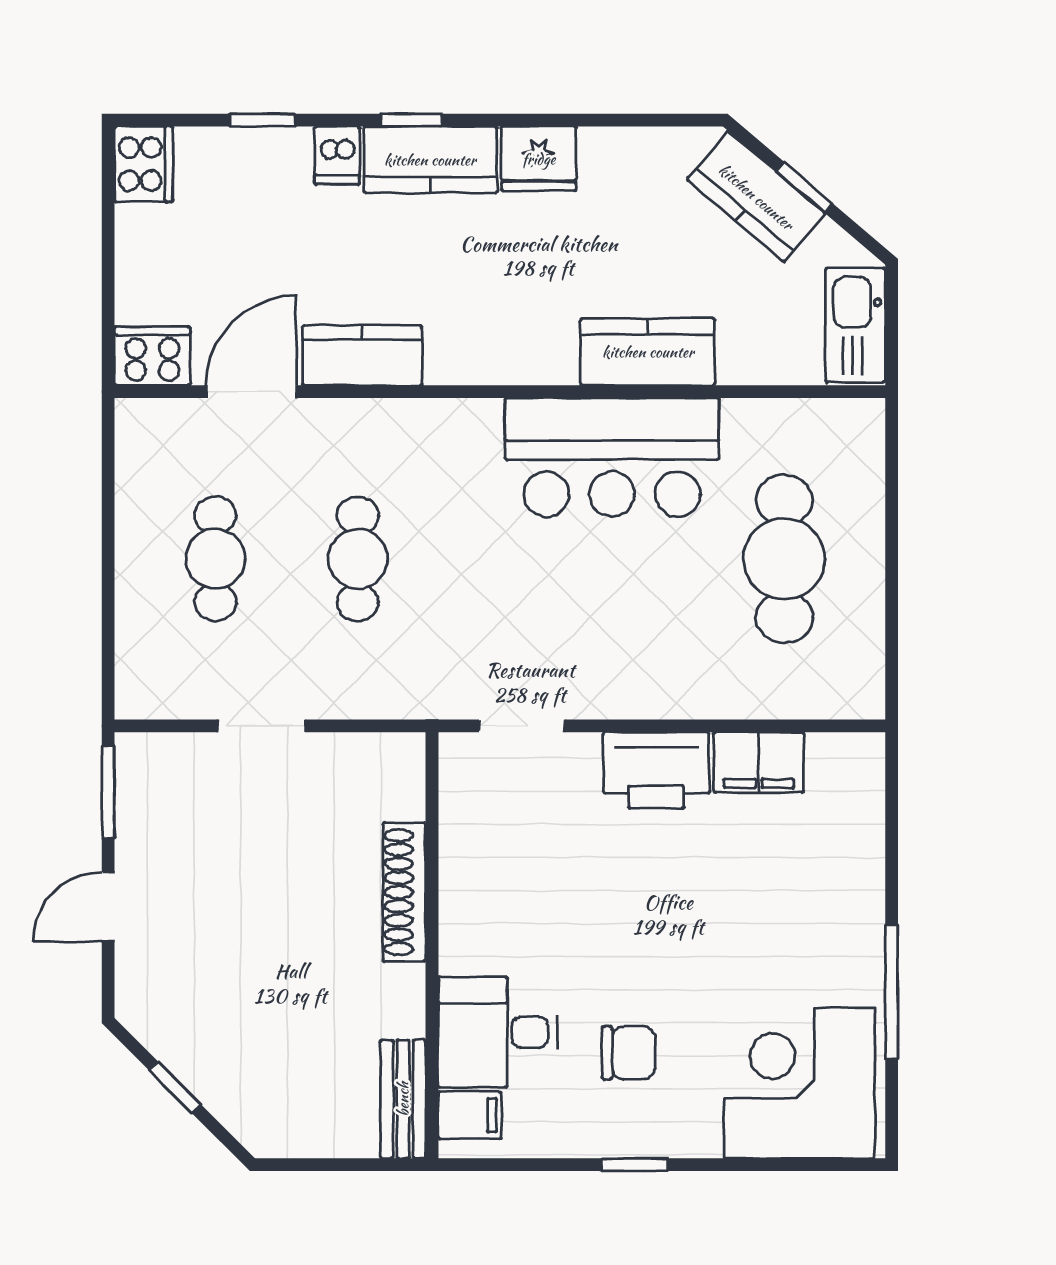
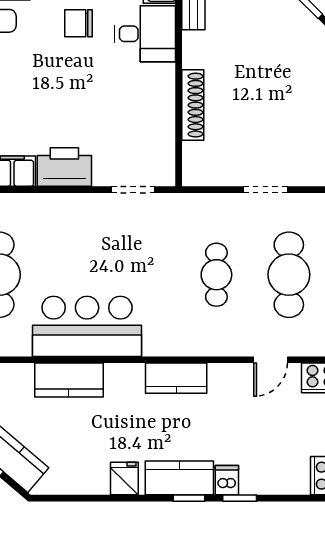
window: (262, 120) -> (240, 498), moved
fridge: (539, 159) -> (124, 478), width x0.72
kitchen counter: (362, 355) -> (176, 378), moved
door: (251, 392) -> (271, 360), width x0.73
cafe table: (216, 559) -> (289, 275), width x1.37, depth x1.35

